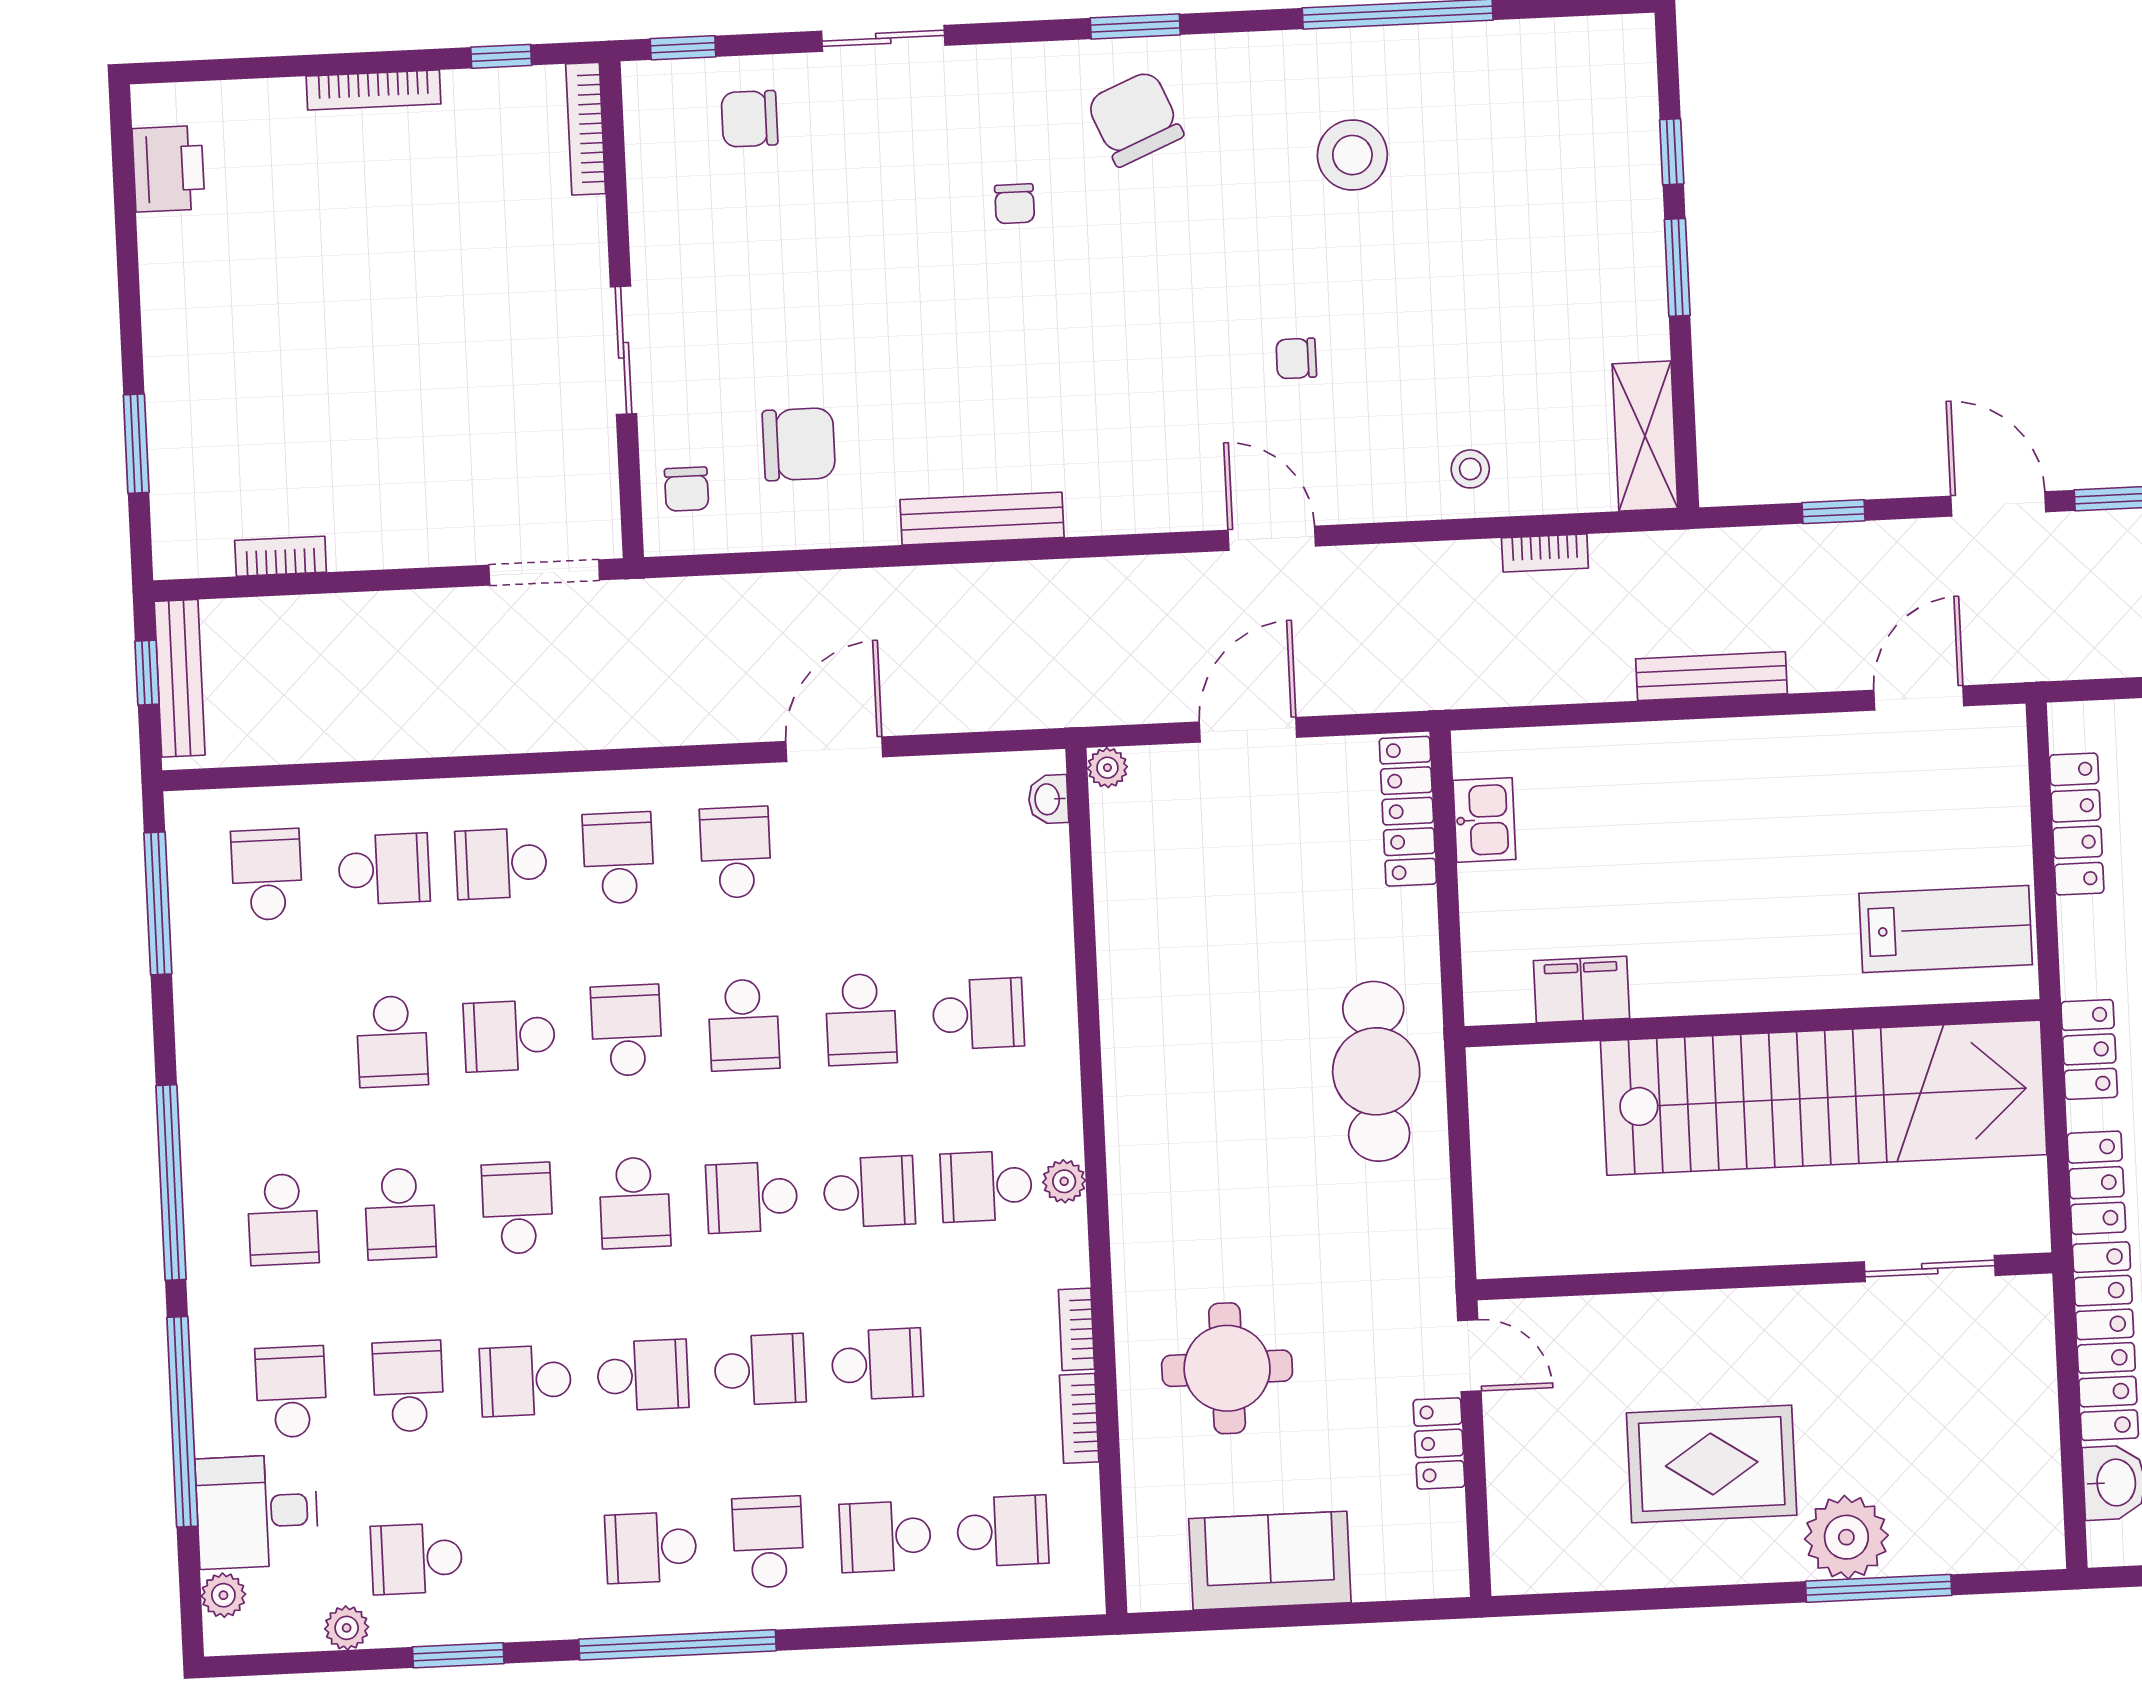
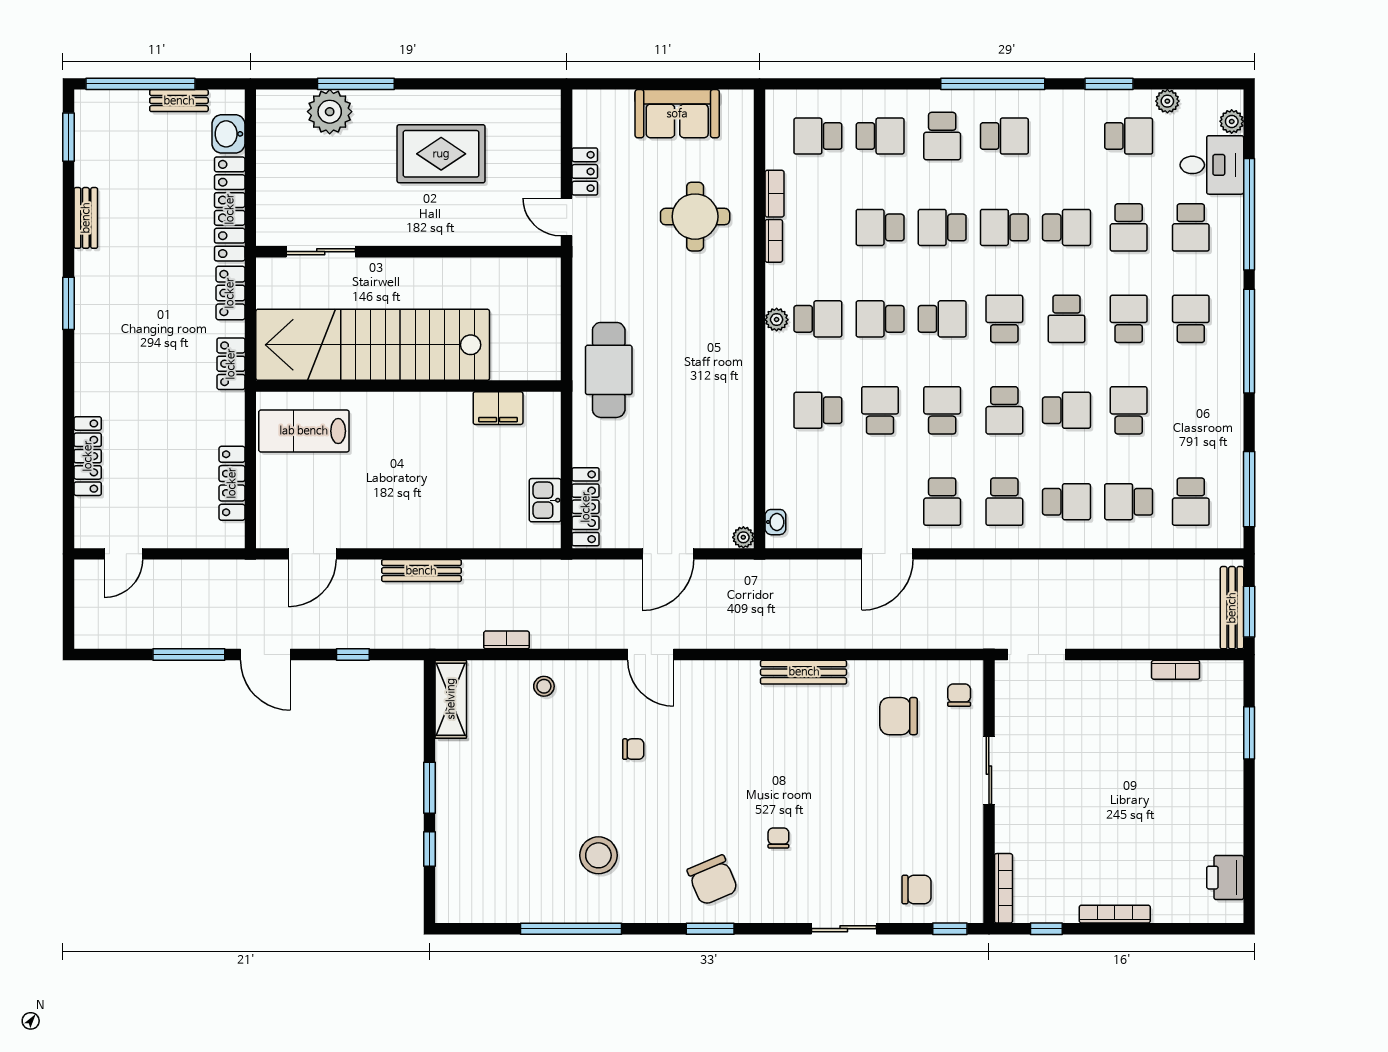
window: (147, 673) -> (1249, 612), width x1.50
plant: (1846, 1537) -> (330, 112), moved

